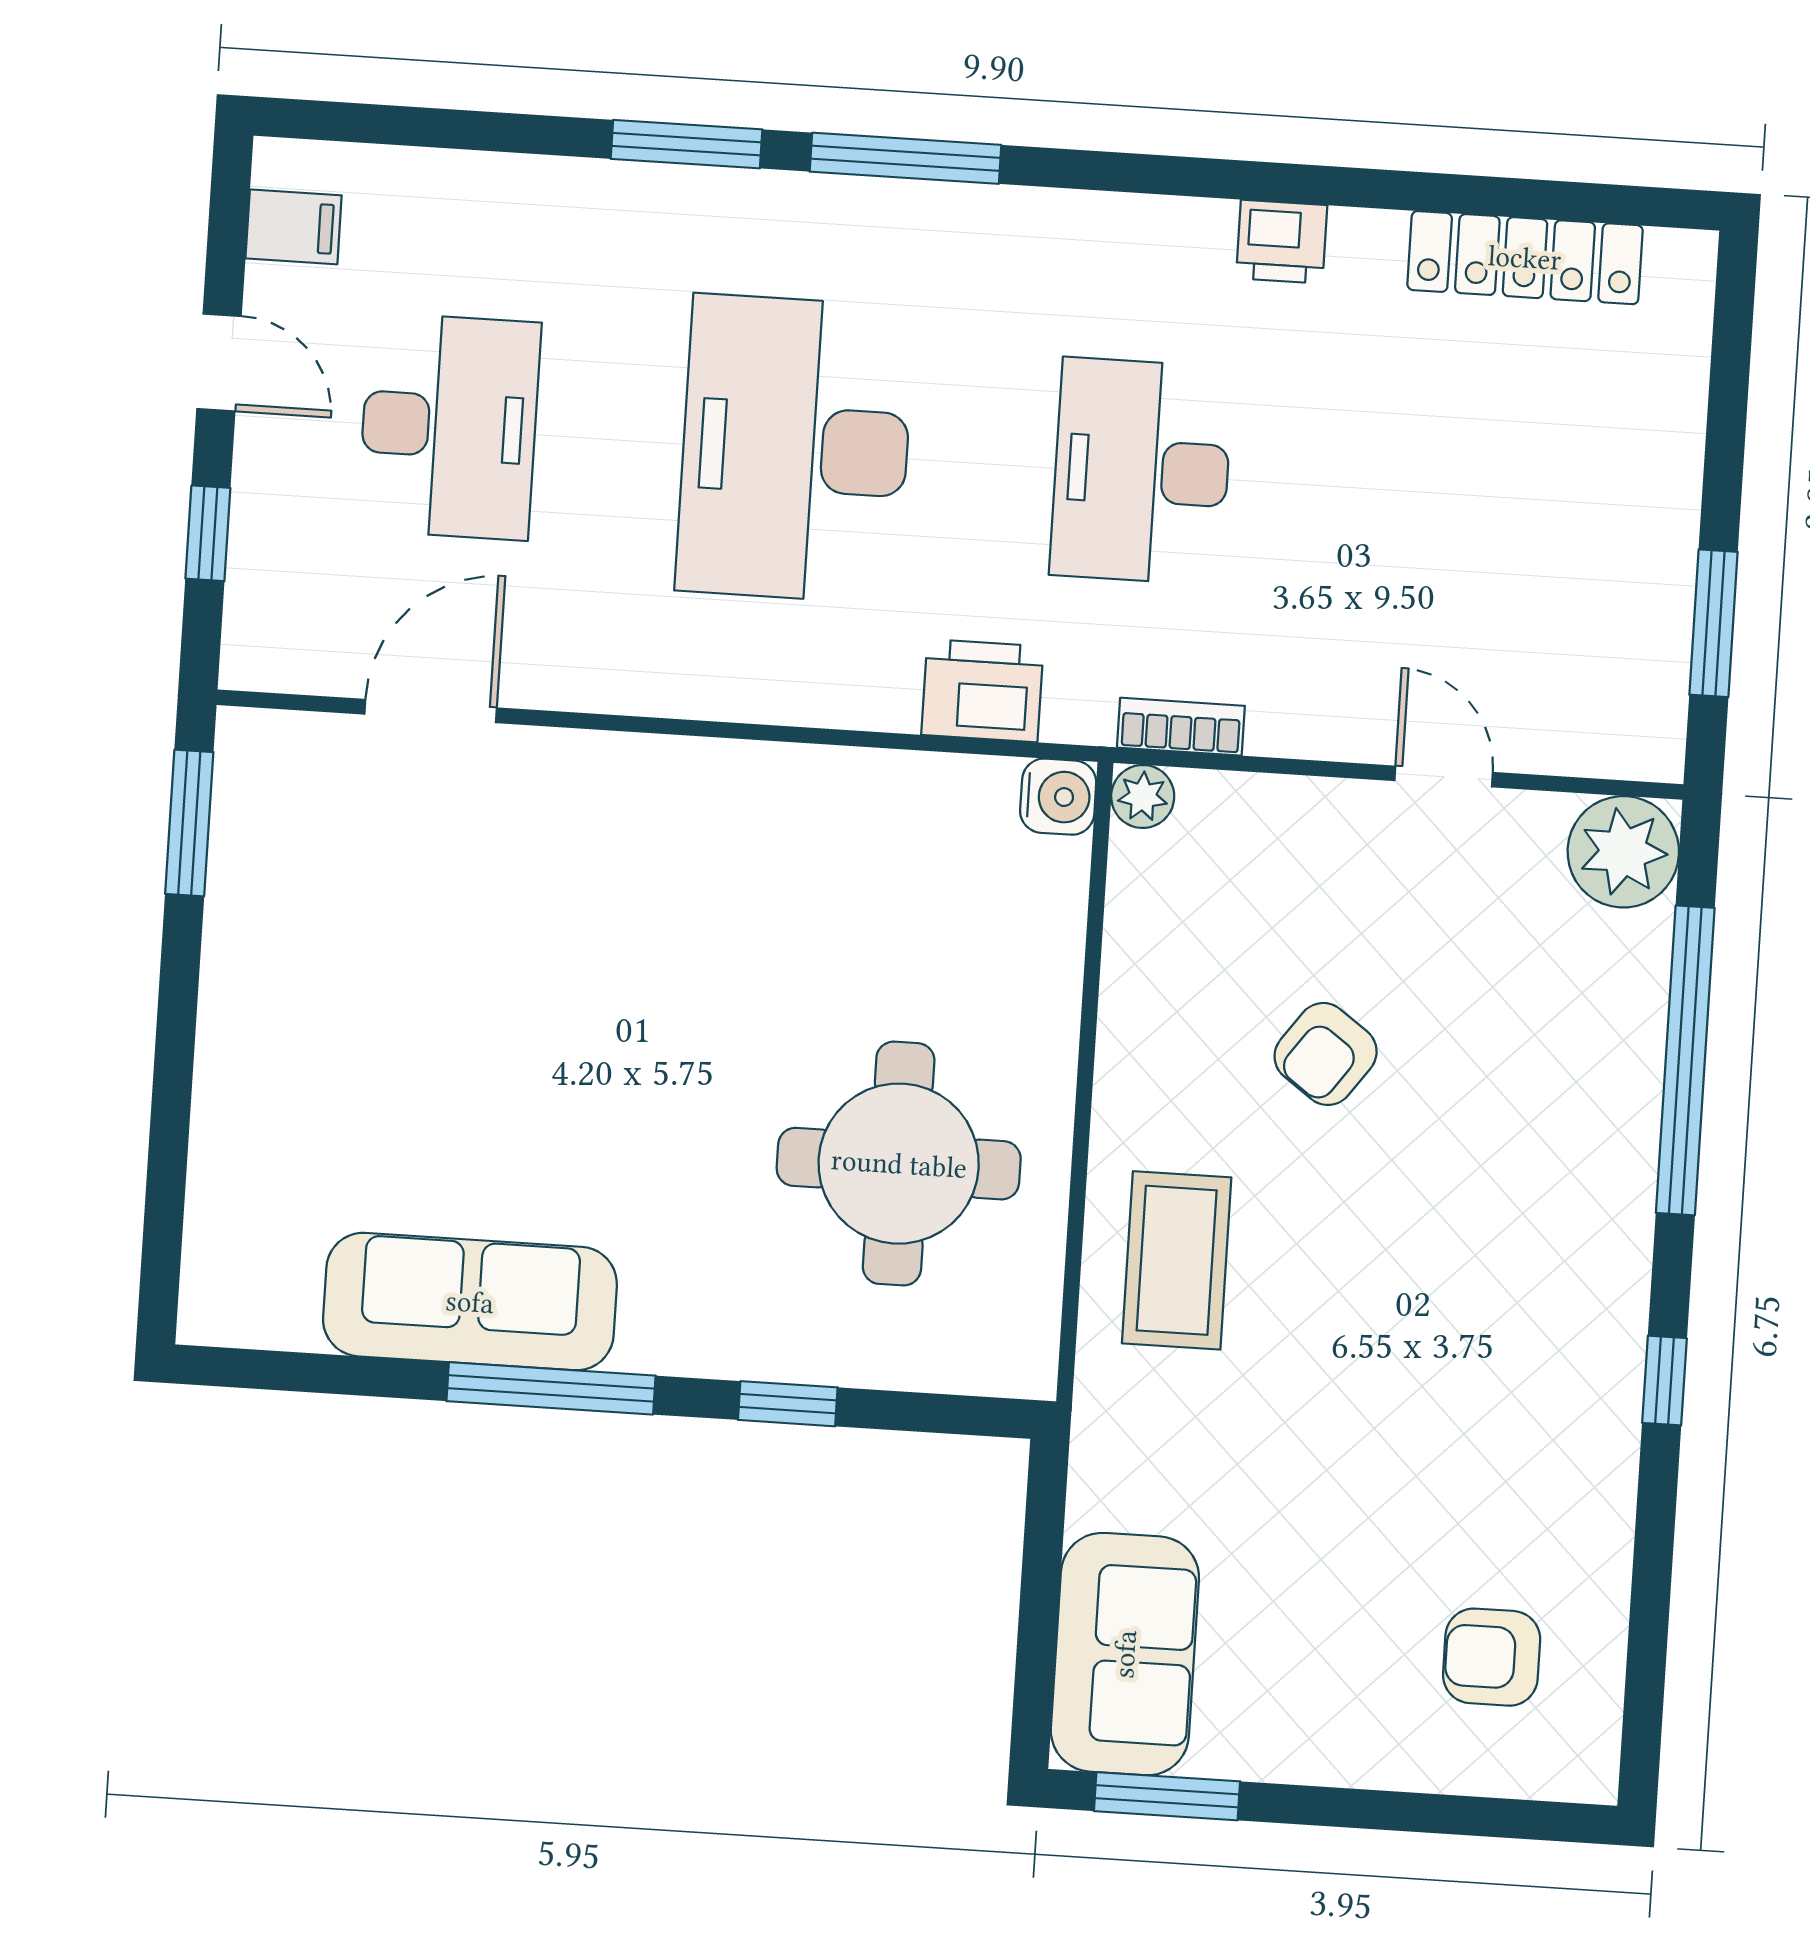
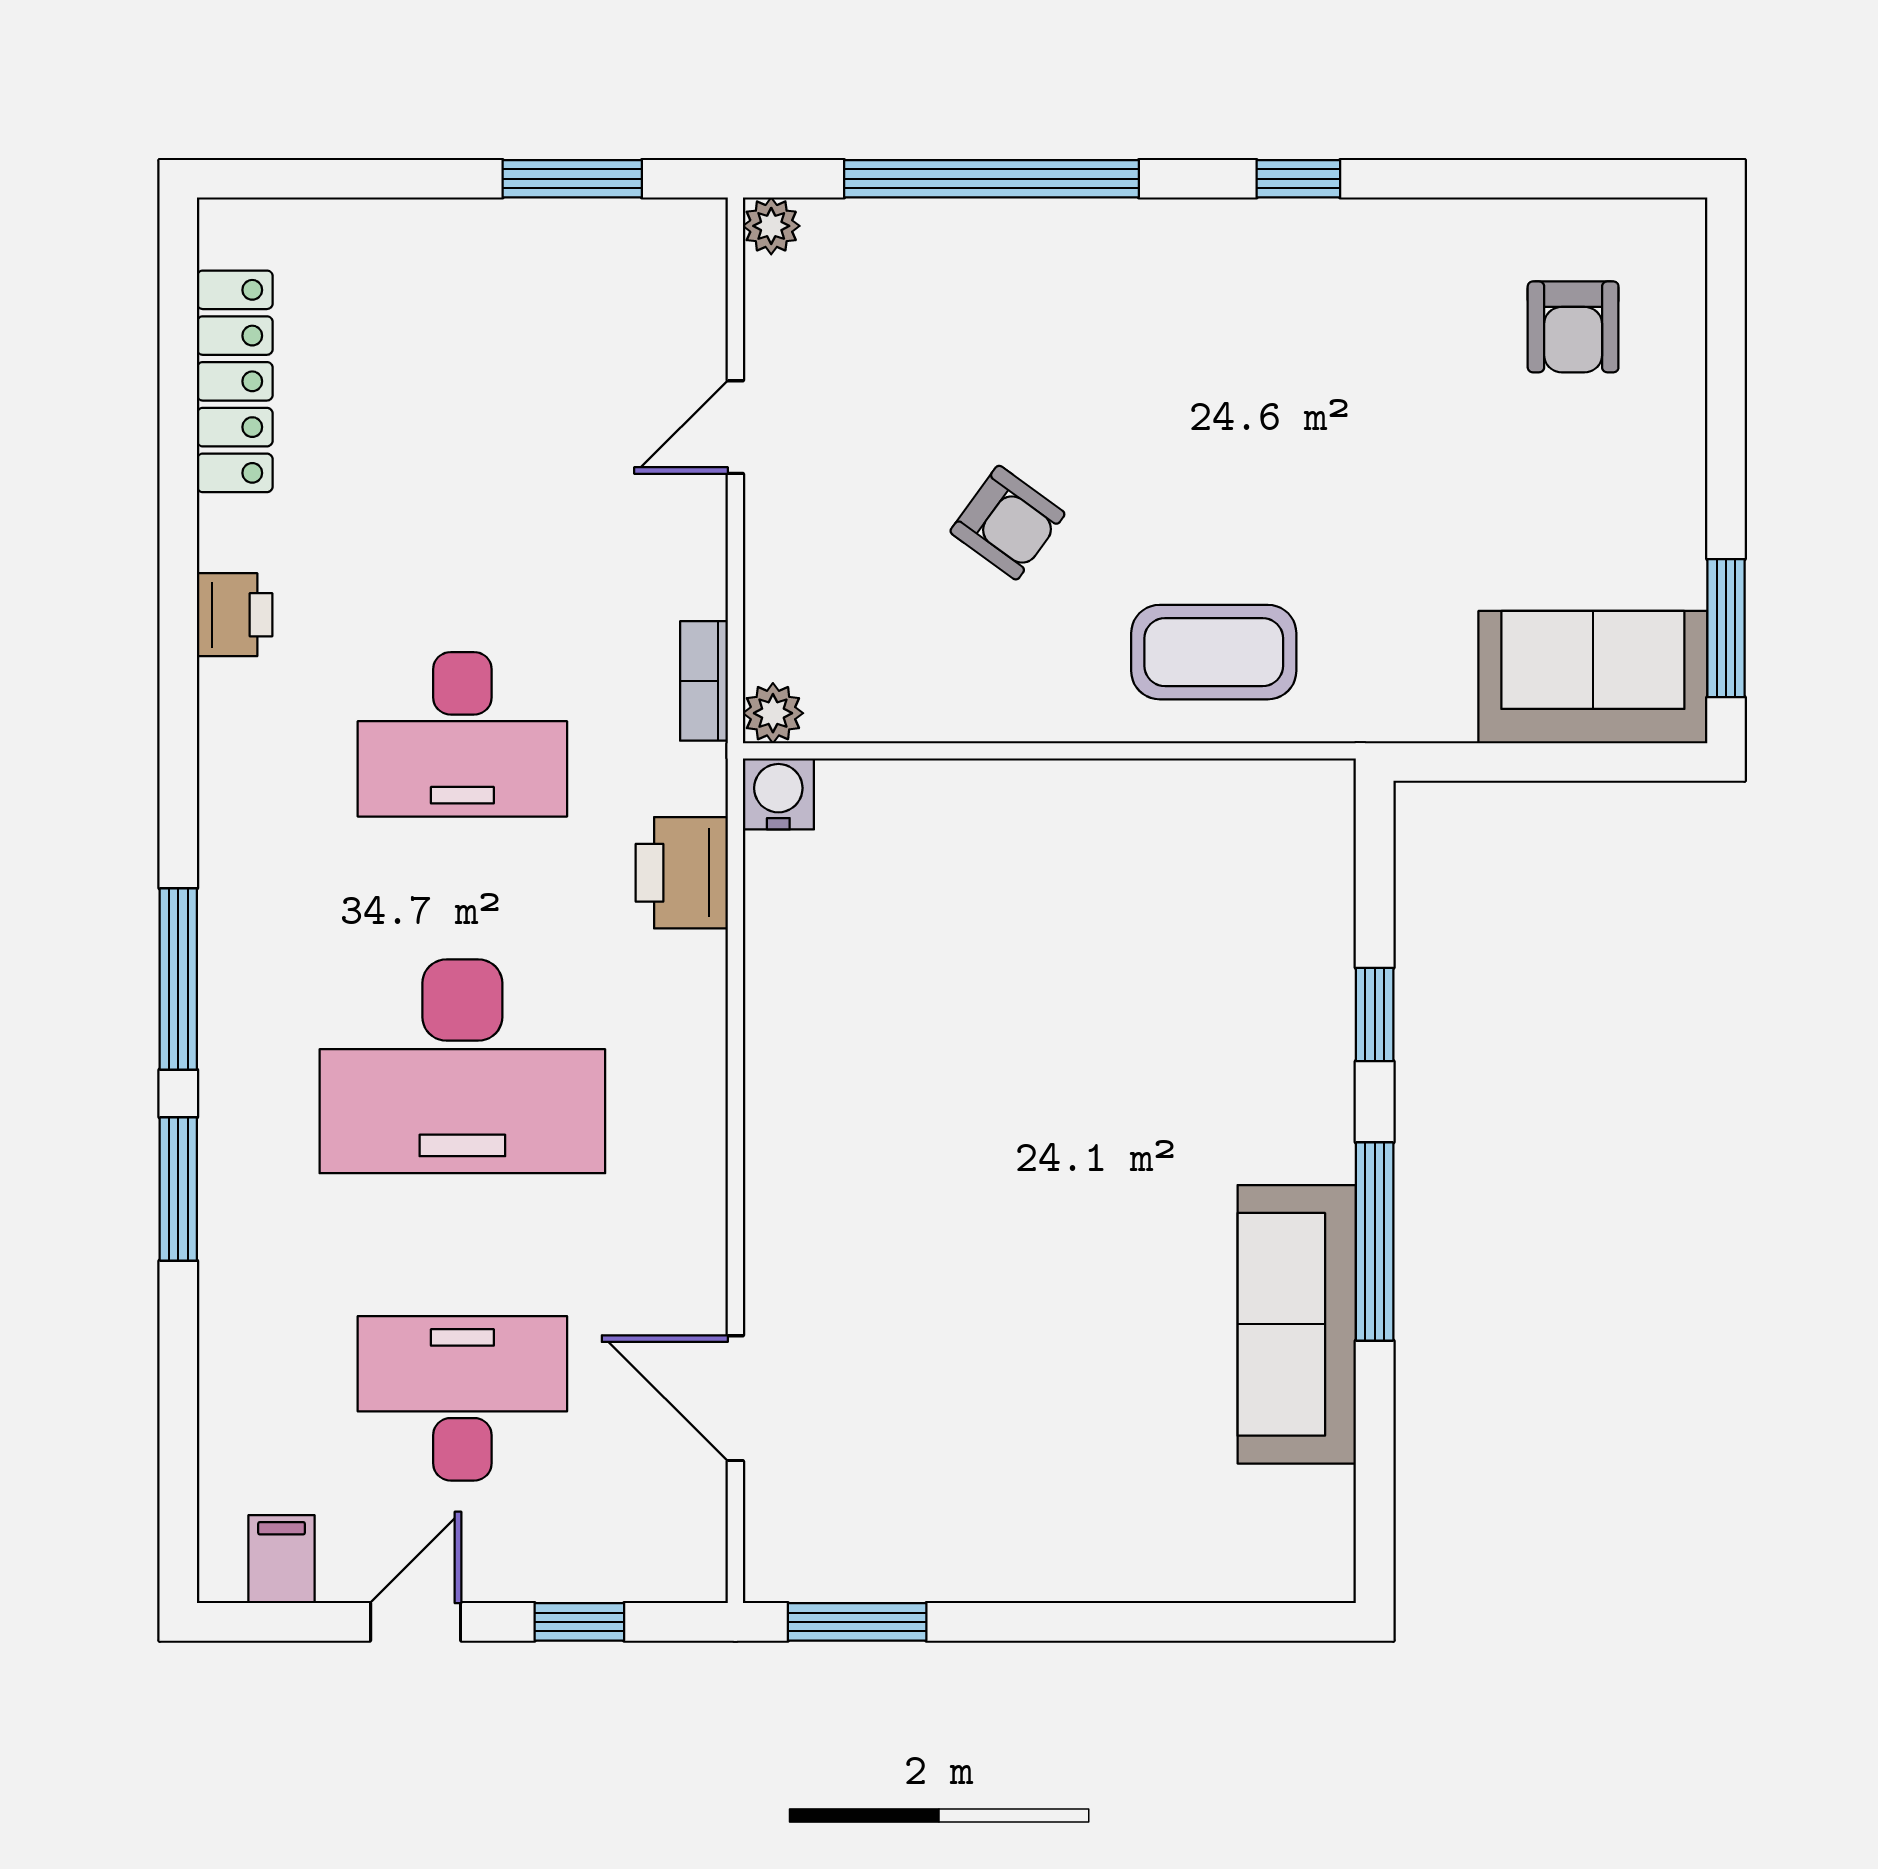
plant: (1623, 852) -> (771, 226), width x0.53, depth x0.53
round table: (899, 1164) -> (1139, 923), removed

